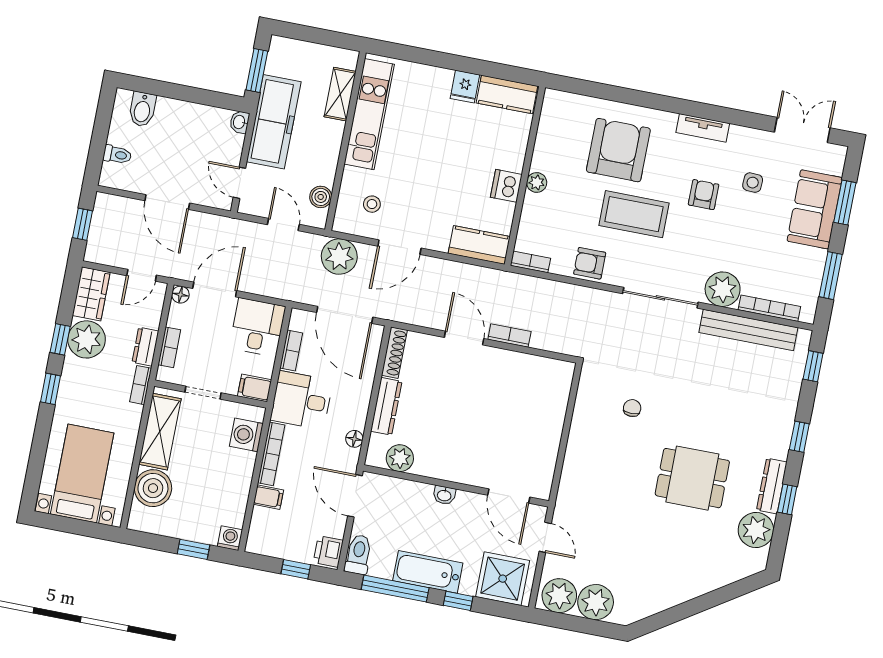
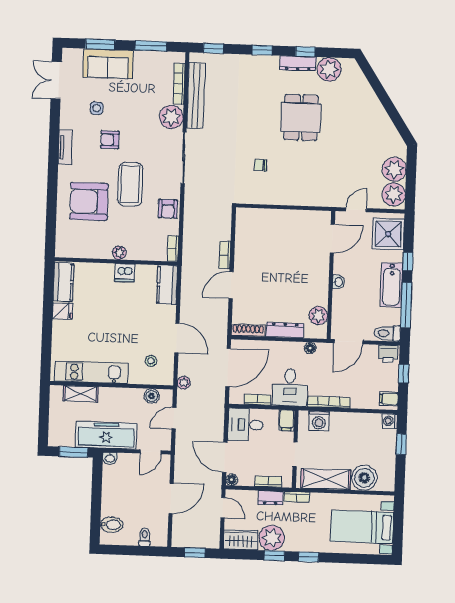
plant: (339, 257) -> (184, 383), width x0.53, depth x0.53
filing cabinet: (268, 497) -> (389, 399), moved, turned -90

